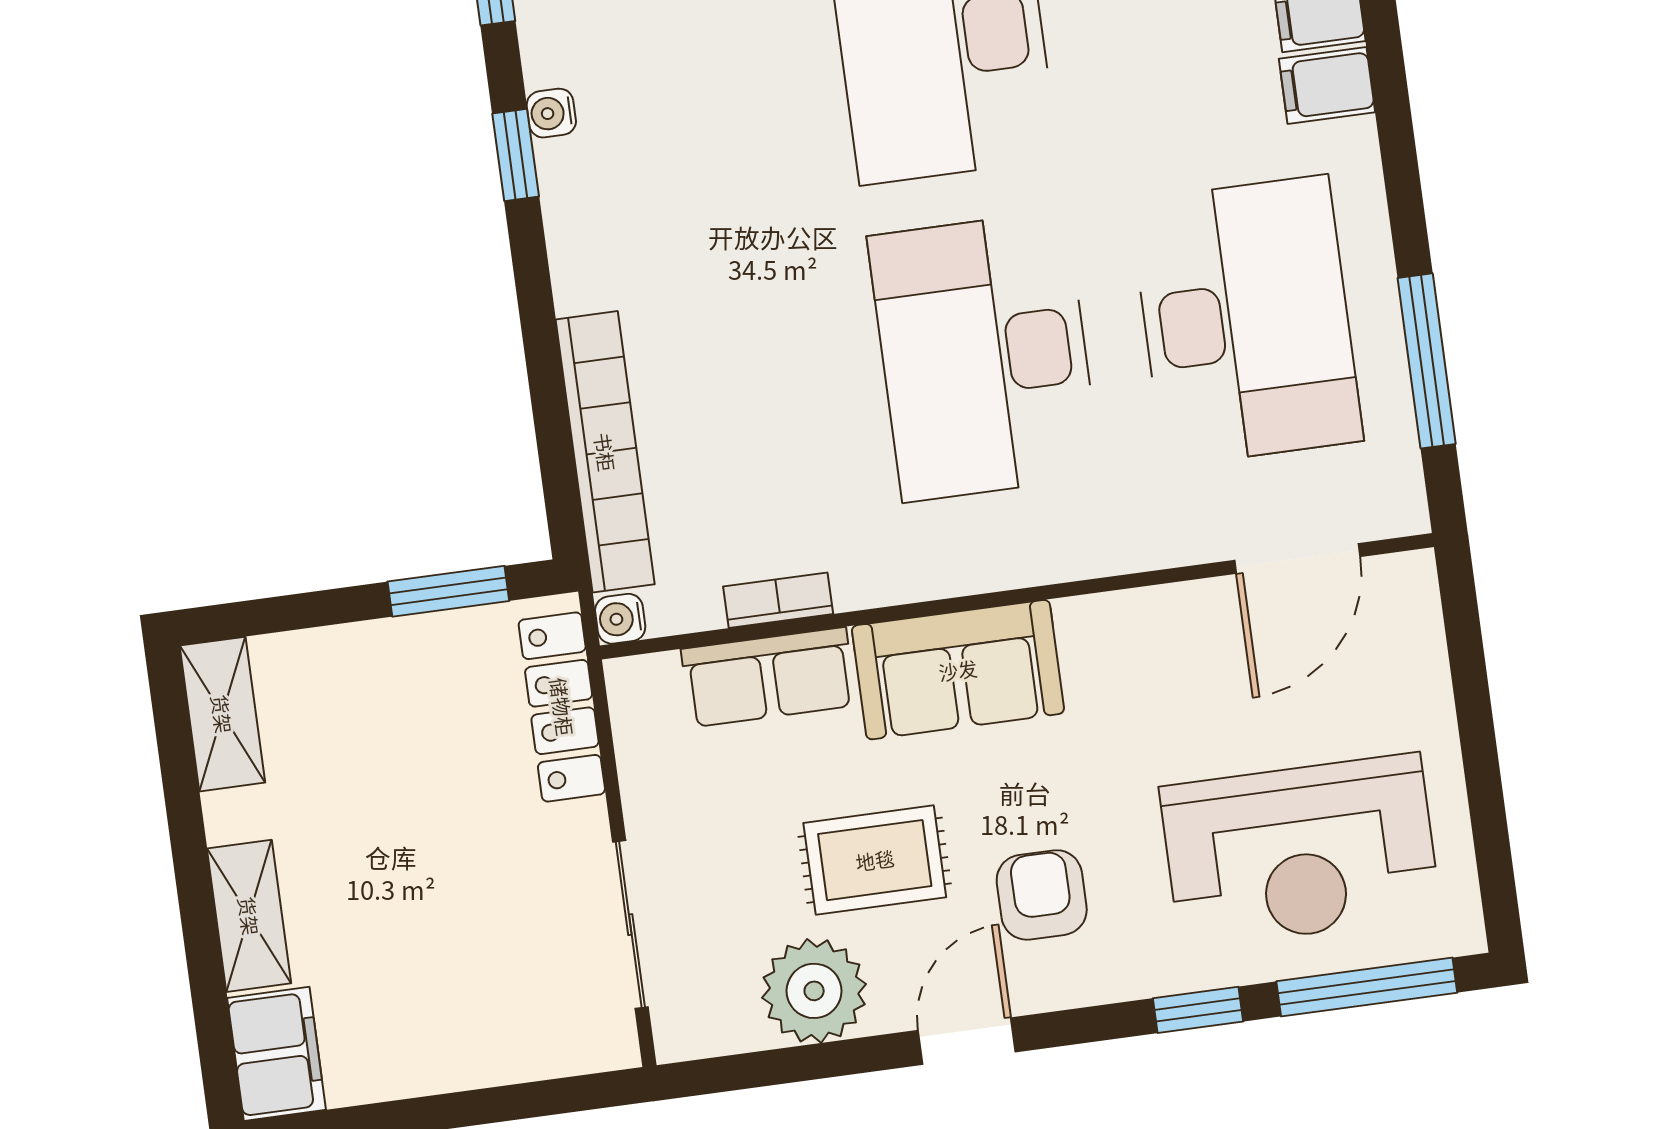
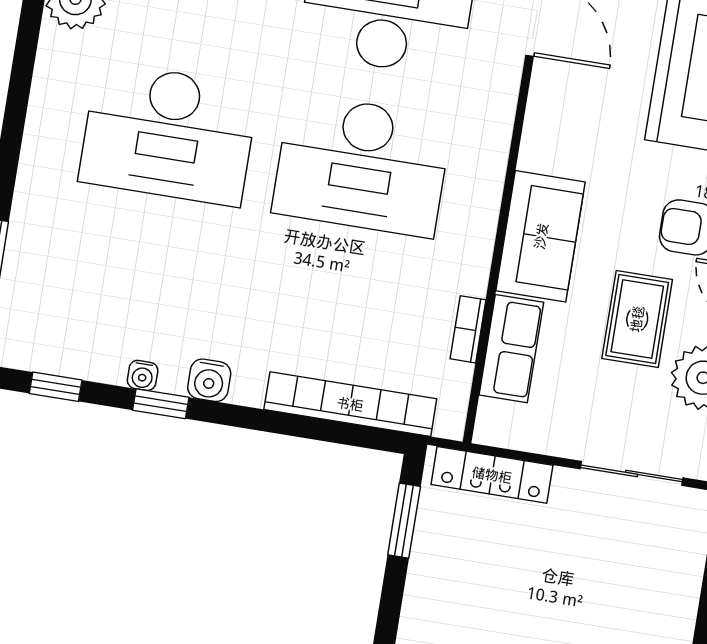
water cooler: (620, 619) -> (209, 380), moved, width x1.38, depth x1.38

